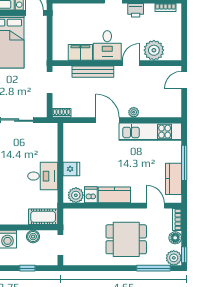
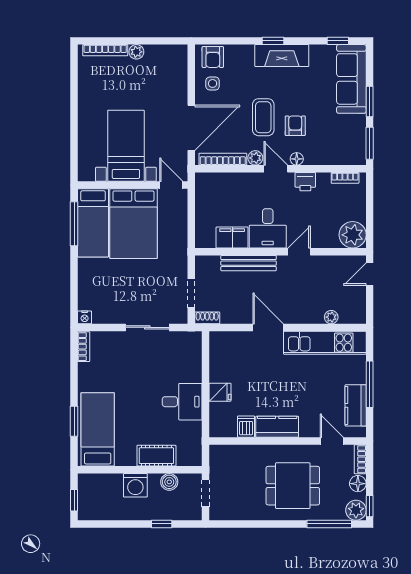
plant: (154, 50) -> (353, 235), moved
doorway: (50, 82) -> (191, 293), moved
plant: (134, 112) -> (331, 317), moved
plant: (76, 195) -> (226, 427), removed
cot: (43, 217) -> (156, 456), moved

